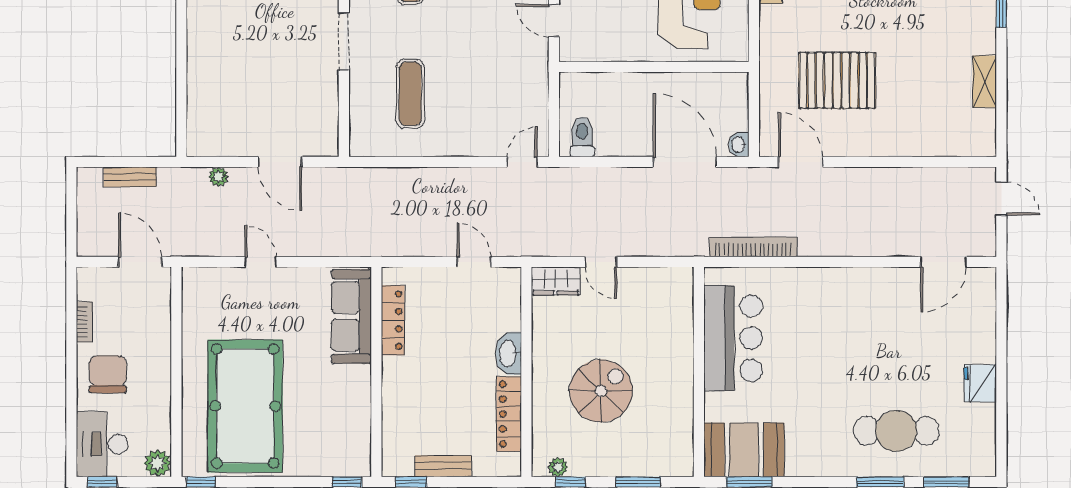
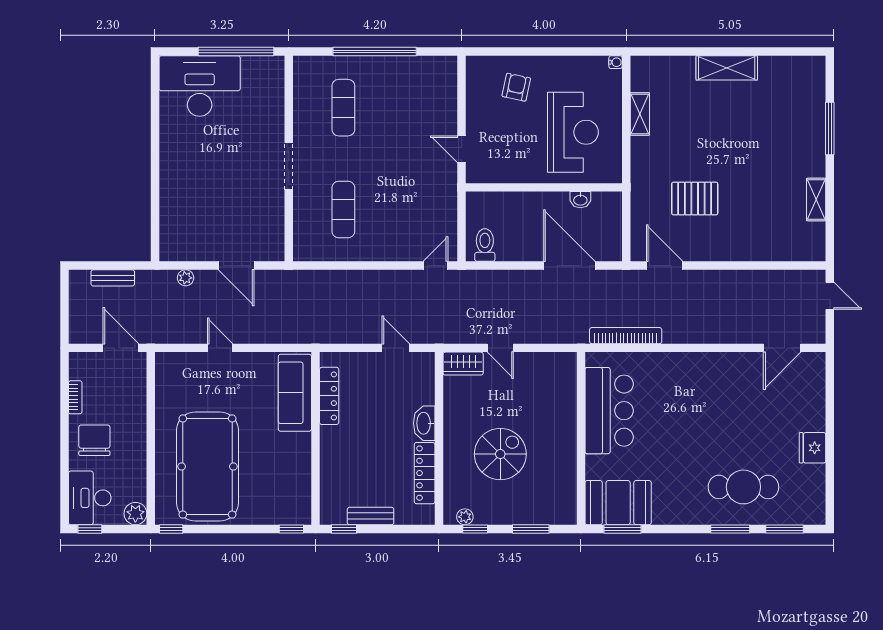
pallet: (837, 80) -> (695, 198), width x0.73, depth x0.71
washbasin: (739, 145) -> (580, 200), moved, turned -90

